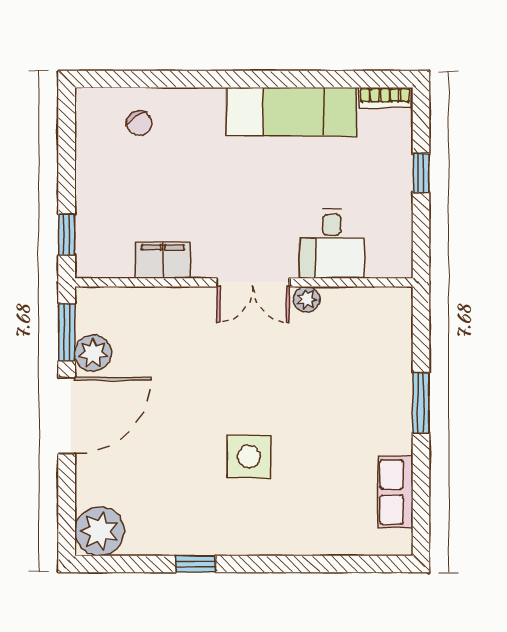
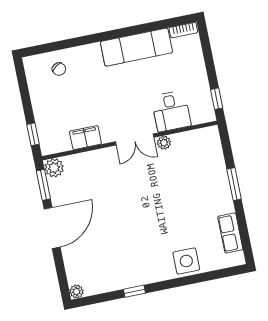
window: (421, 173) -> (217, 99), moved
plant: (93, 353) -> (54, 168), moved
side table: (249, 457) -> (186, 261), moved
plant: (99, 531) -> (76, 292), width x0.53, depth x0.53

